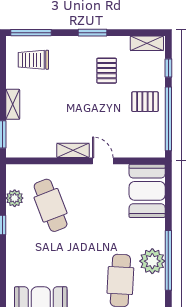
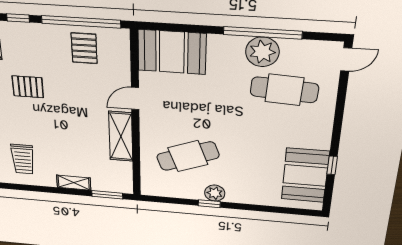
pallet: (145, 102) -> (84, 48), moved
shelving: (73, 150) -> (121, 136), width x1.50, depth x1.33
plant: (15, 198) -> (215, 193), moved

